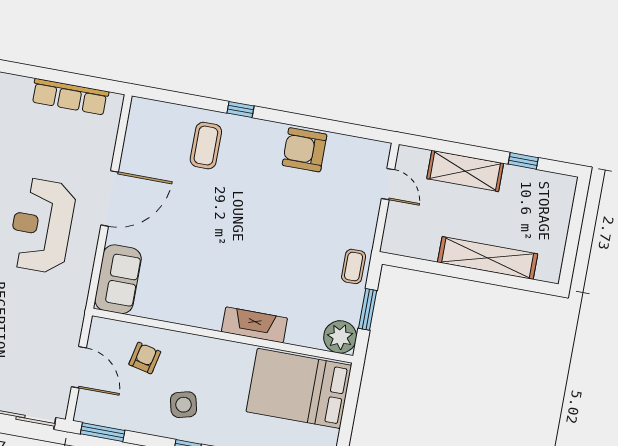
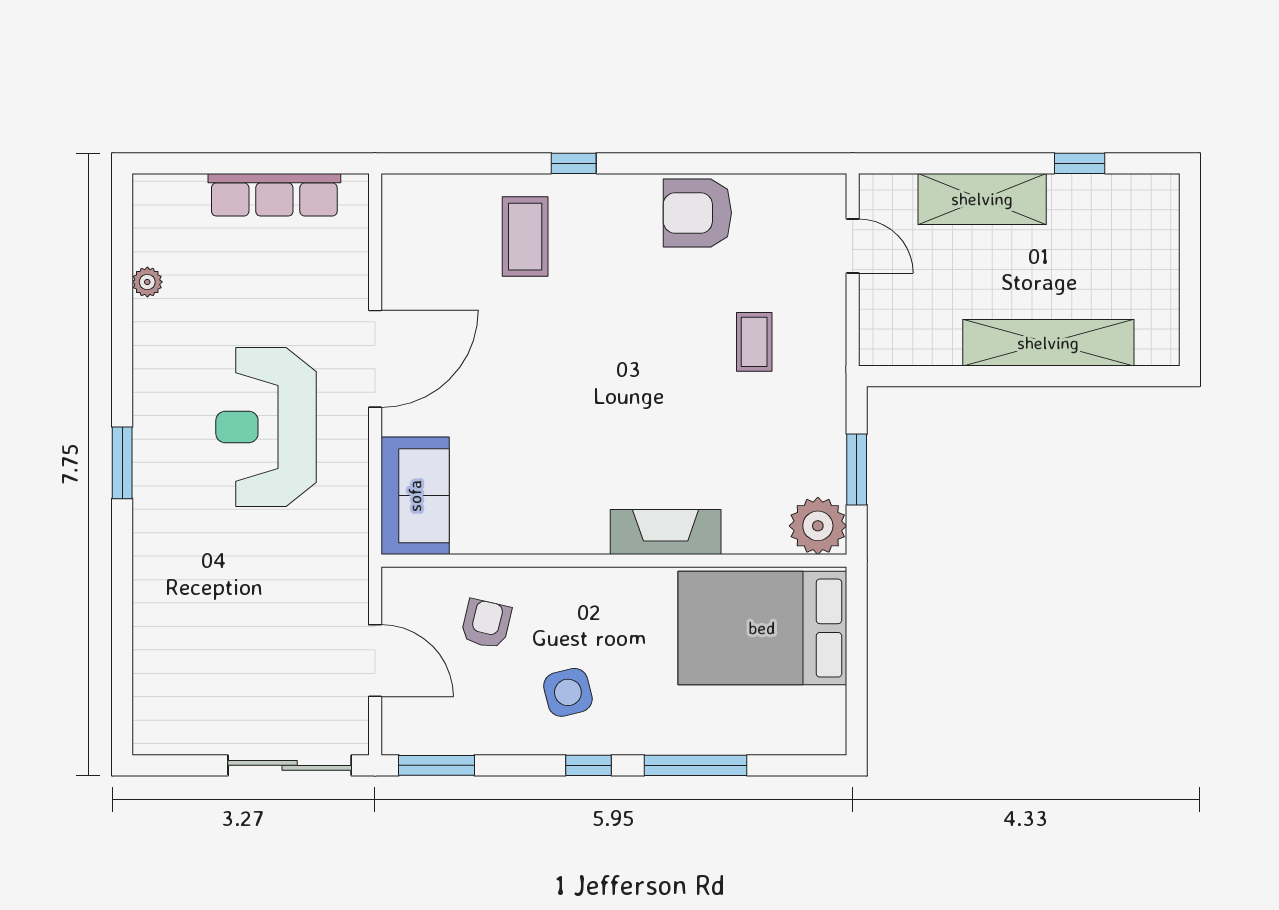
coffee table: (354, 266) -> (754, 342), moved

